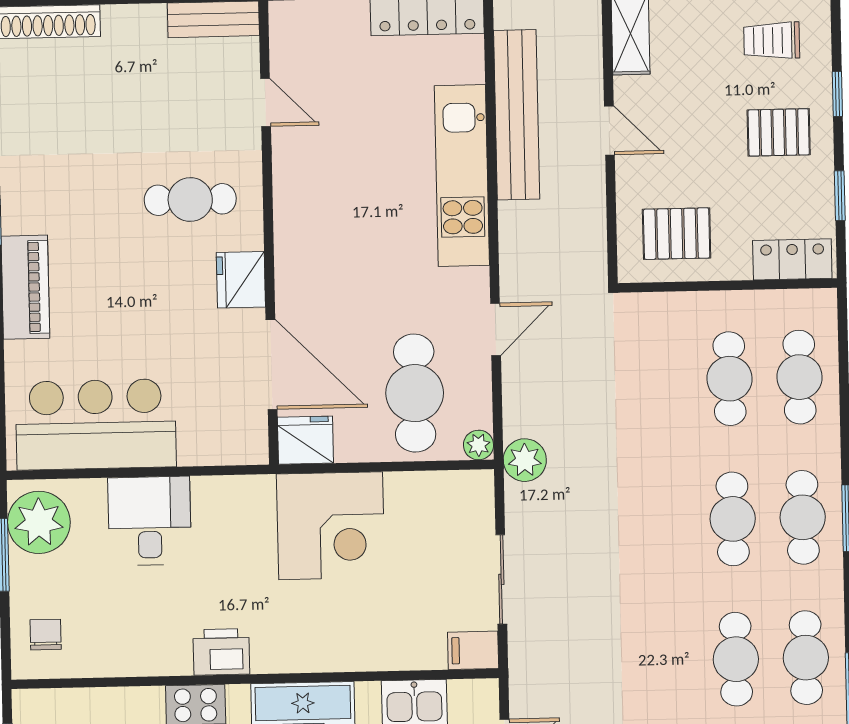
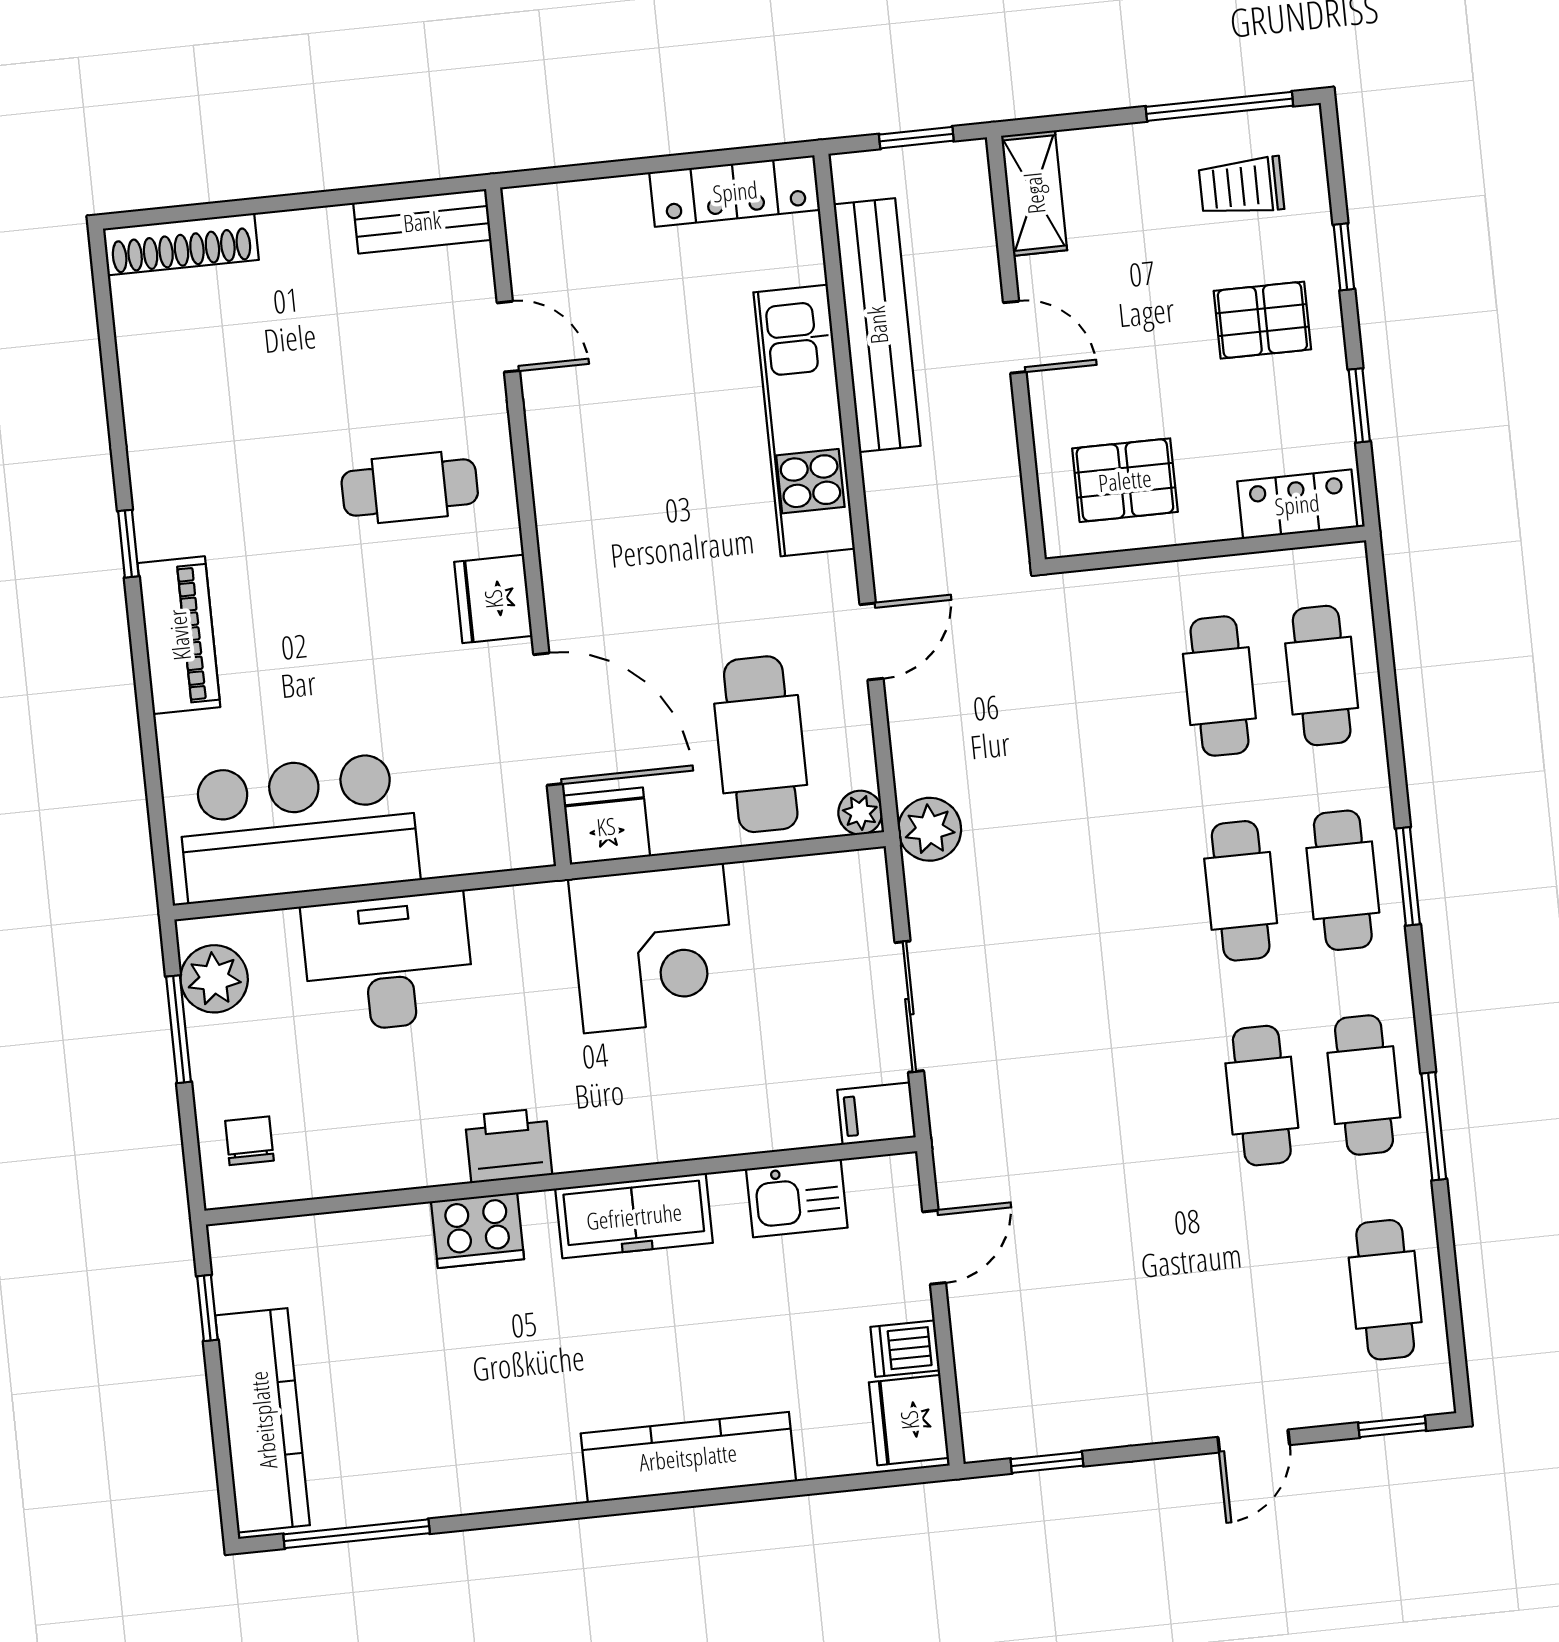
desk: (150, 521) -> (388, 962), width x1.37
plant: (39, 522) -> (214, 979), width x0.73, depth x0.73

